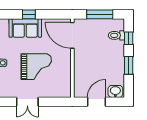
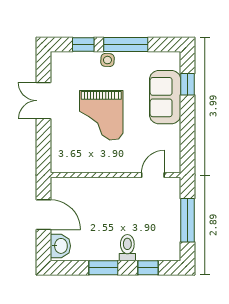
window: (29, 14) -> (187, 84), moved
door: (72, 35) -> (153, 175), width x0.53
toilet: (116, 35) -> (127, 248), moved

